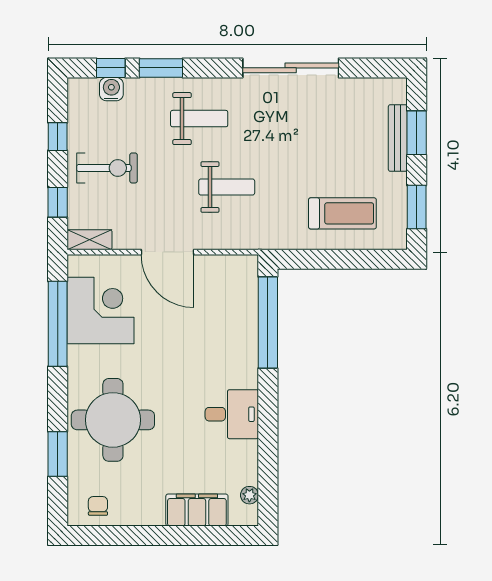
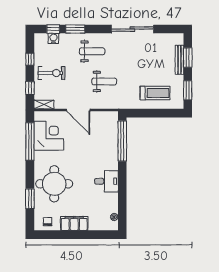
filing cabinet: (197, 510) -> (74, 223), moved

